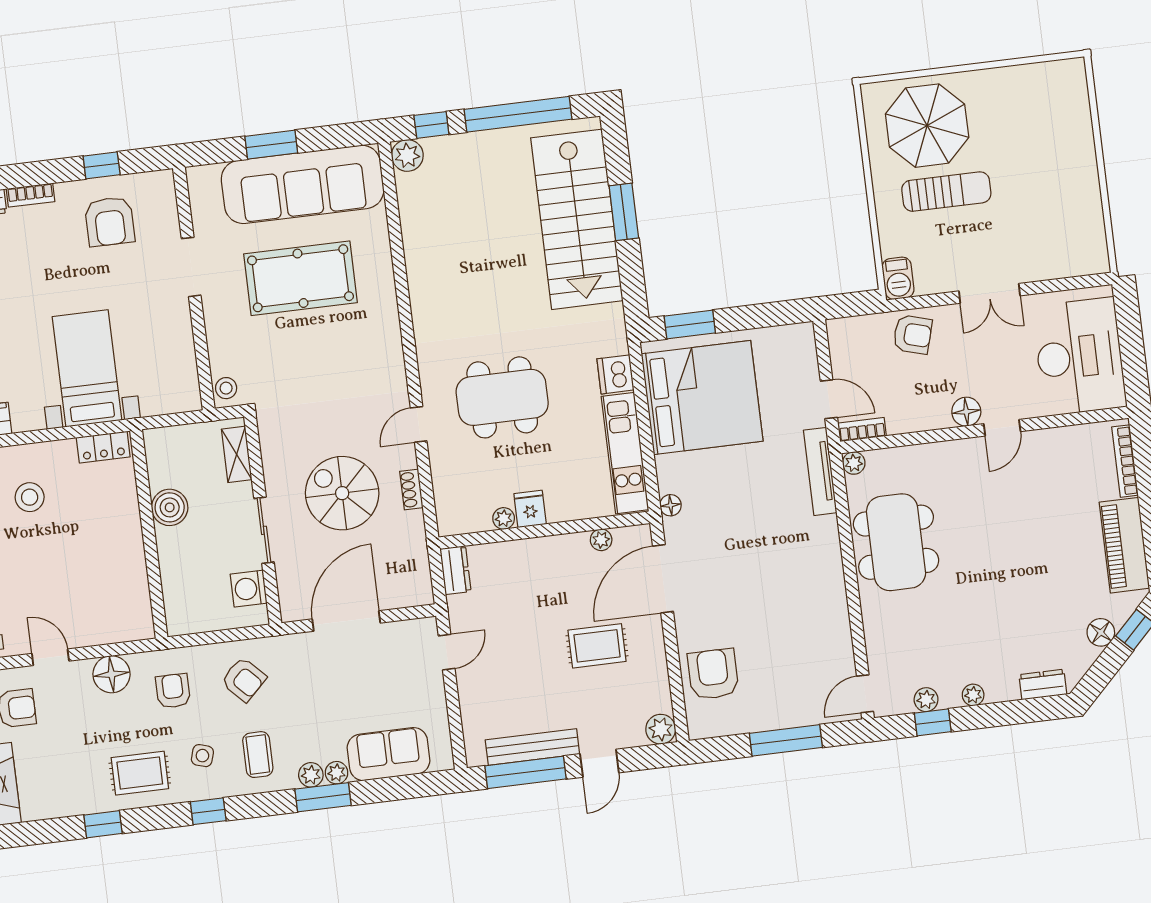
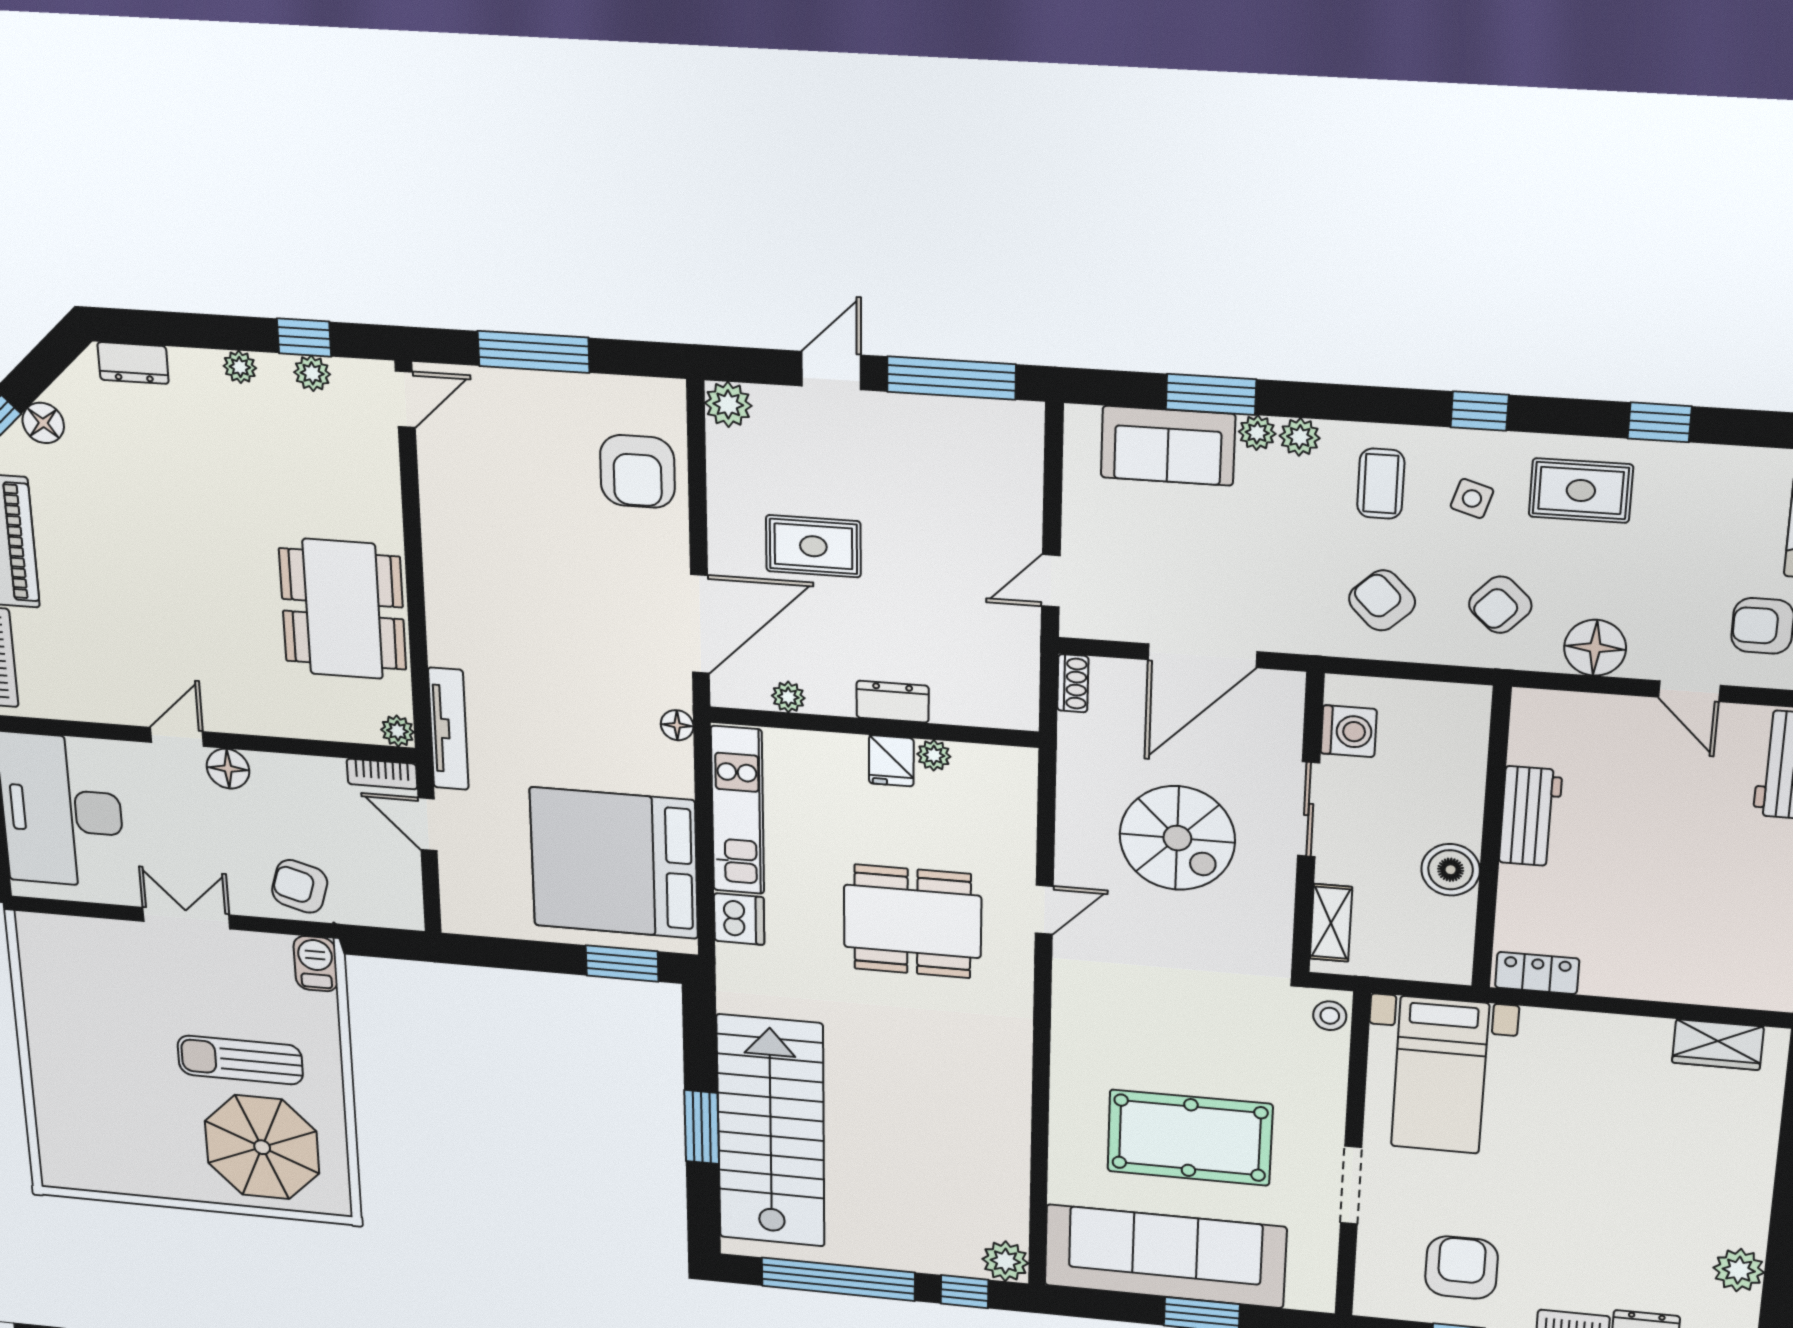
bed with nightstands: (87, 368) -> (1440, 1075), moved
shoe rack: (411, 489) -> (1073, 683), moved
stool: (30, 497) -> (1669, 926), removed
workbench: (128, 554) -> (1530, 816), added
dresser: (455, 570) -> (893, 702), moved, turned 90
armchair: (173, 691) -> (1500, 605), turned 43
bench: (532, 747) -> (935, 415), removed
window: (323, 797) -> (1211, 394), moved

